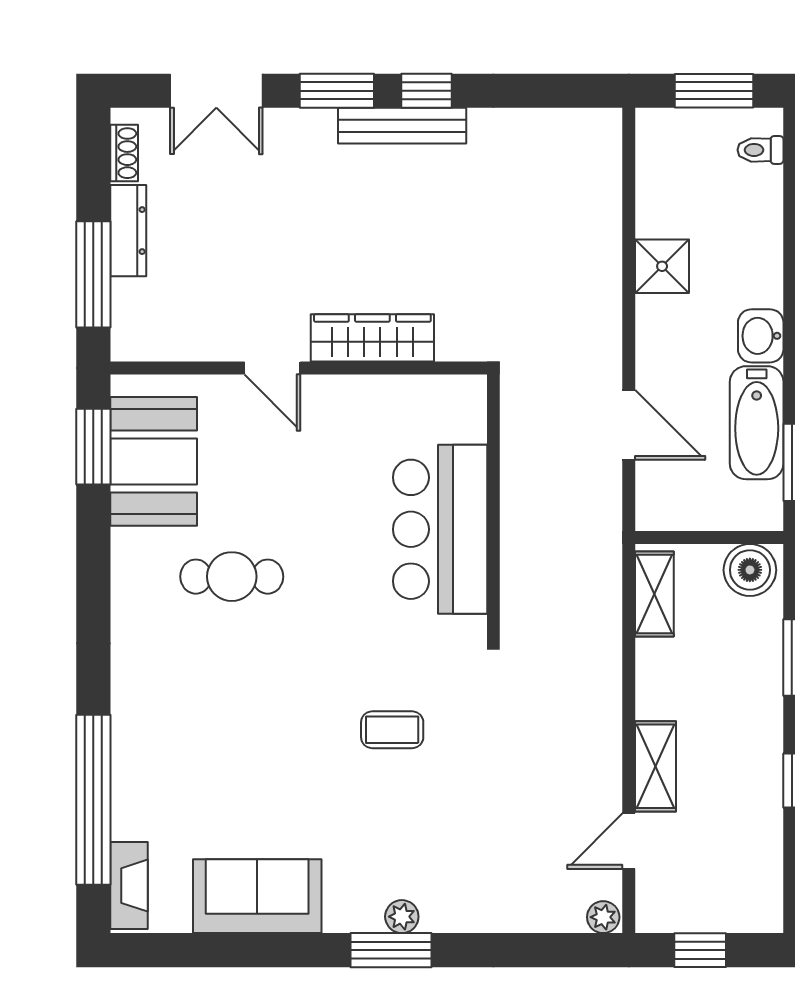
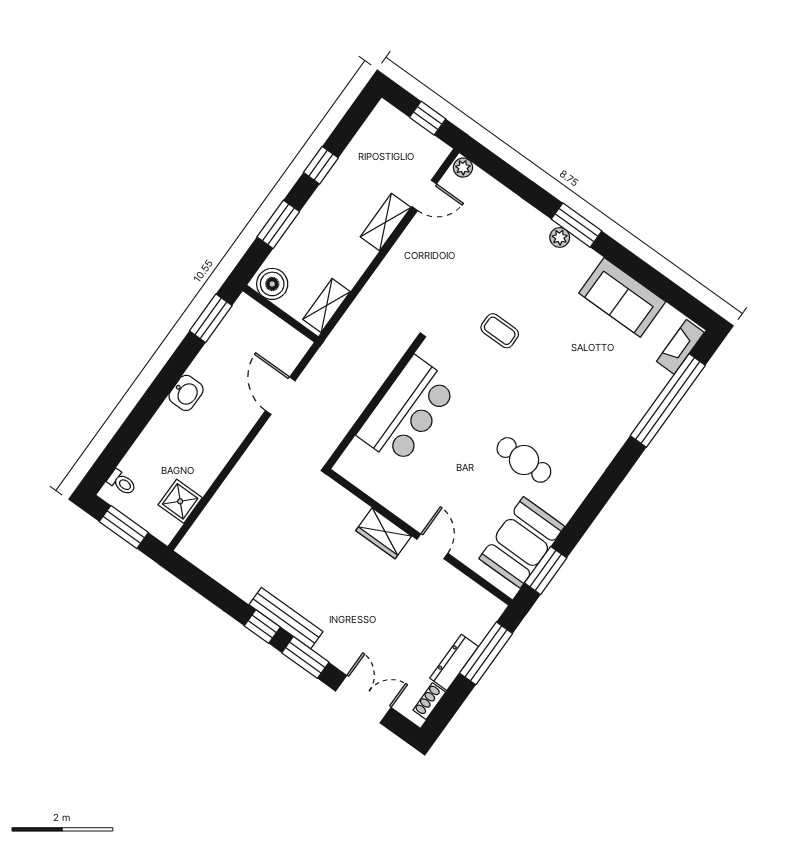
shower: (662, 266) -> (180, 501), moved
wardrobe: (372, 338) -> (384, 533), width x0.67
bathtub: (757, 423) -> (218, 353), removed

